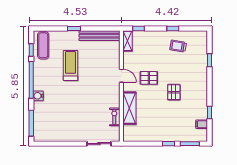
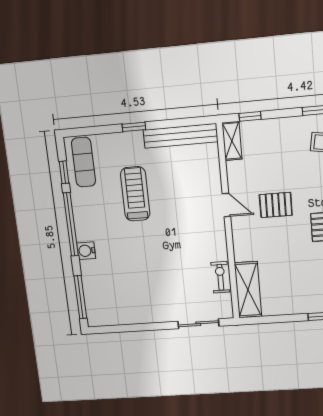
shelving: (129, 108) -> (248, 290), moved

